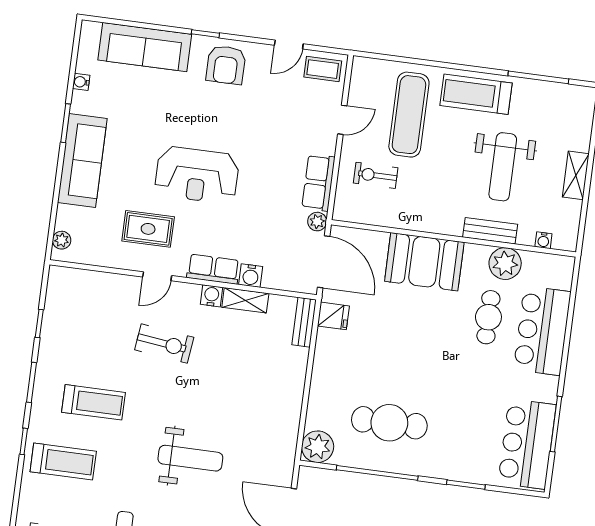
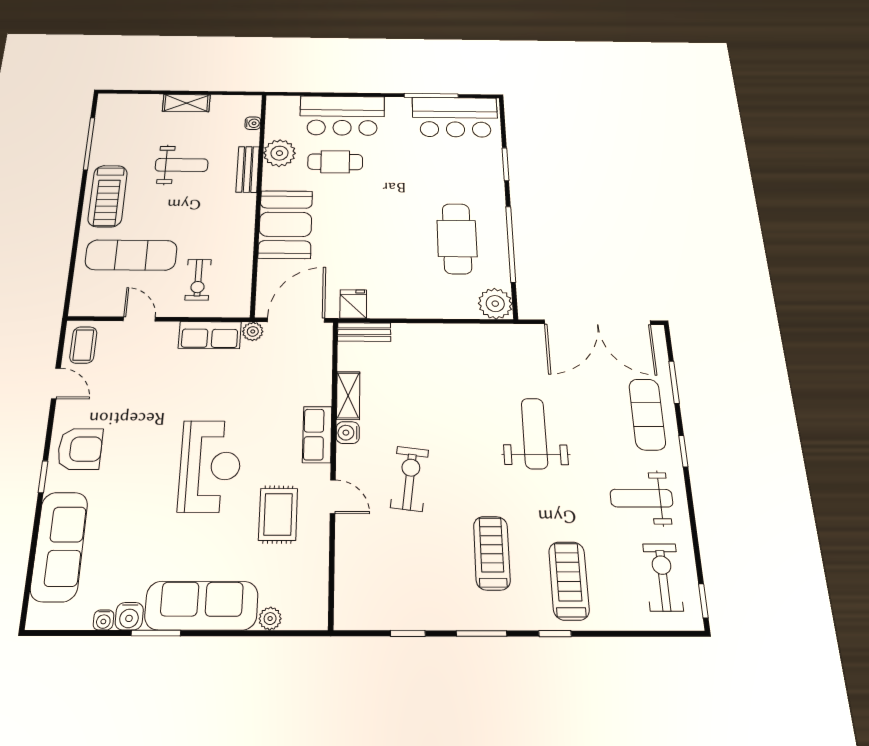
weight bench: (503, 167) -> (182, 165), width x0.73, depth x0.75
plant: (62, 240) -> (270, 619), moved
water cooler: (251, 276) -> (129, 616), moved, turned 90

